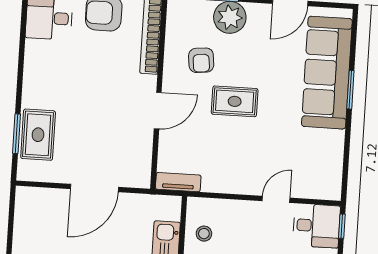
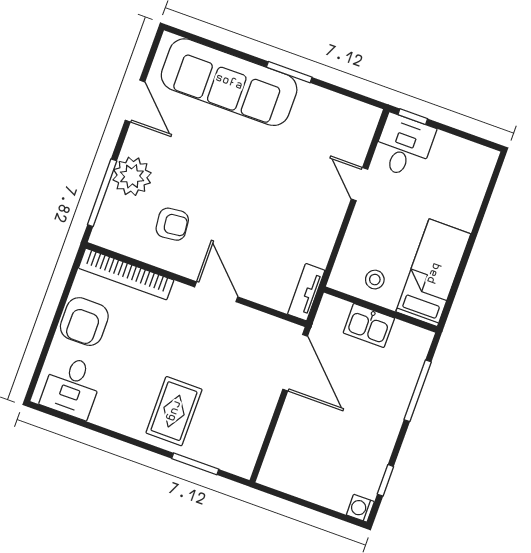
window: (350, 90) -> (289, 72), moved
rug: (235, 101) -> (231, 199), removed
rug: (38, 135) -> (174, 411), moved, turned 90
door: (94, 188) -> (295, 363), moved

